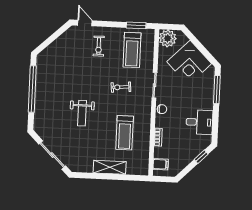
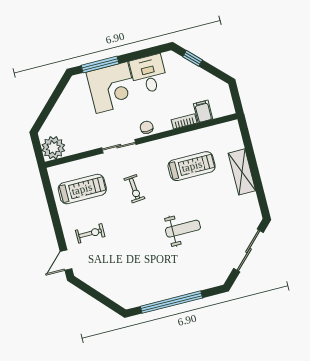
window: (136, 25) -> (49, 193), removed
corner desk: (189, 63) -> (112, 88), moved, turned 45
filing cabinet: (161, 164) -> (203, 111), moved

